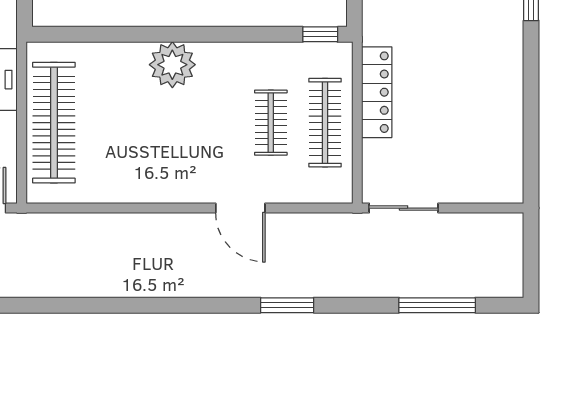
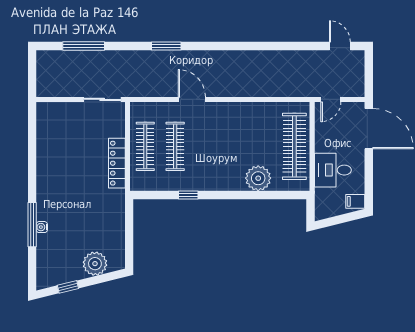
window: (320, 34) -> (188, 195), moved
plant: (172, 65) -> (258, 178), moved
clothes rail: (271, 123) -> (175, 146), width x1.36

